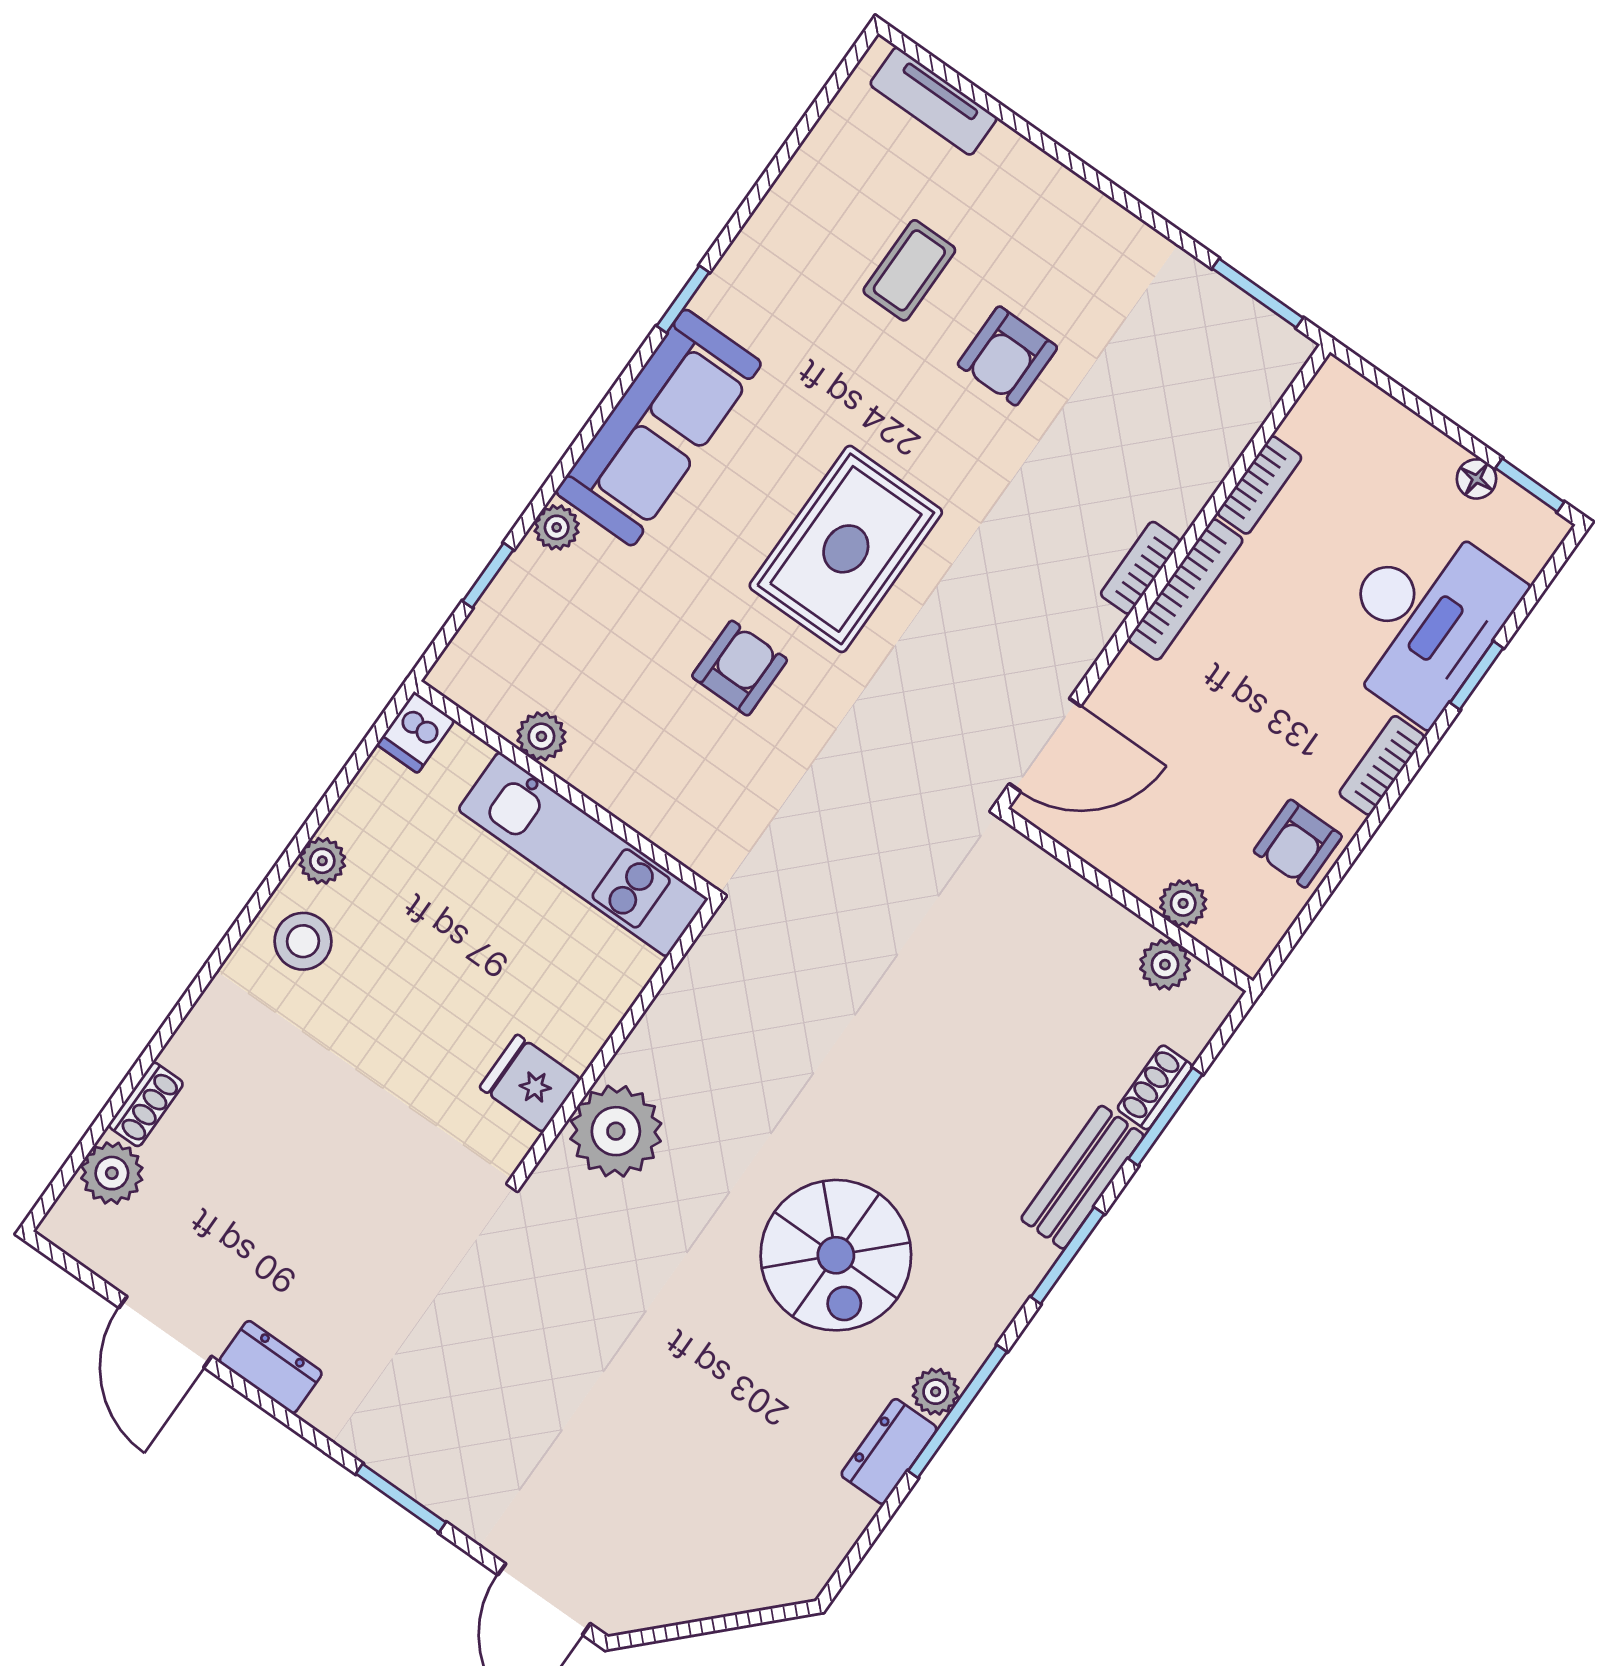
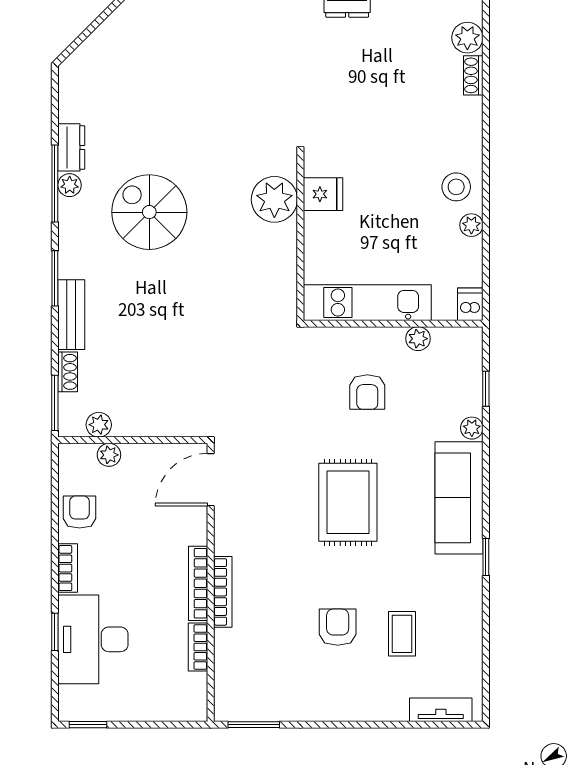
floor lamp: (1476, 479) -> (111, 712), removed
bookcase: (1140, 568) -> (223, 592), width x1.56
armchair: (740, 668) -> (367, 392), moved
window: (1165, 1117) -> (55, 403), moved

